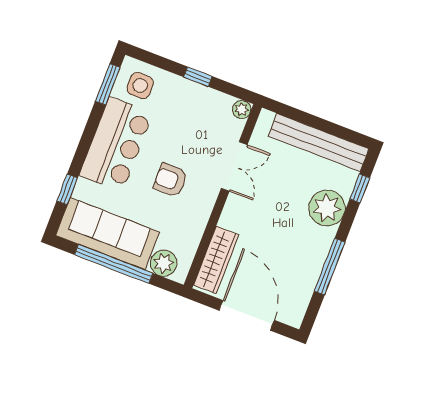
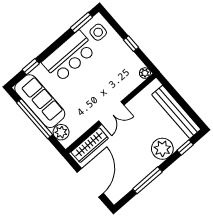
double door: (234, 166) -> (111, 113), moved
armchair: (171, 180) -> (88, 90), removed

